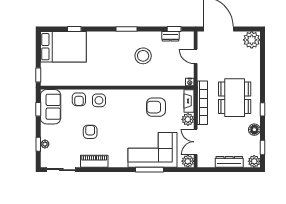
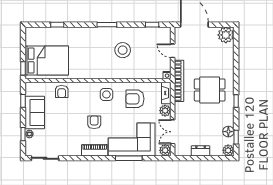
dresser: (171, 36) -> (149, 32), removed
bed: (63, 47) -> (47, 61), moved
dining table: (235, 98) -> (210, 90), width x0.73
side table: (99, 100) -> (106, 94), moved
bookcase: (202, 103) -> (179, 81), moved
sofa: (51, 107) -> (35, 112), moved
floor lamp: (254, 130) -> (228, 132), moved
armchair: (90, 132) -> (94, 122), moved
piano: (94, 161) -> (95, 150), moved
dresser: (229, 162) -> (201, 151), width x0.70

